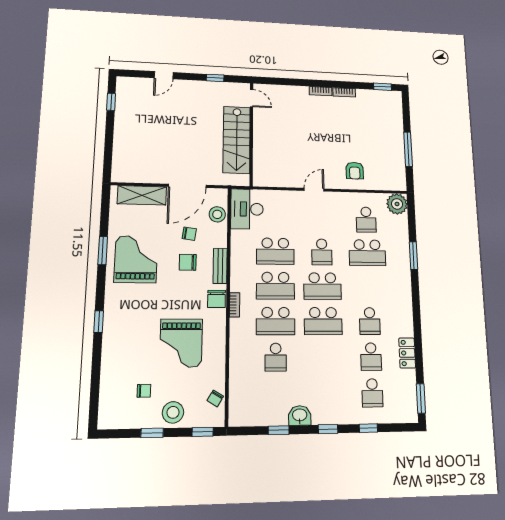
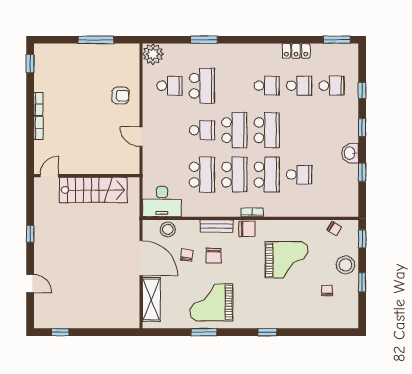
door: (252, 98) -> (49, 176), moved
wall: (251, 134) -> (87, 176), moved
stairs: (237, 140) -> (93, 190), moved

